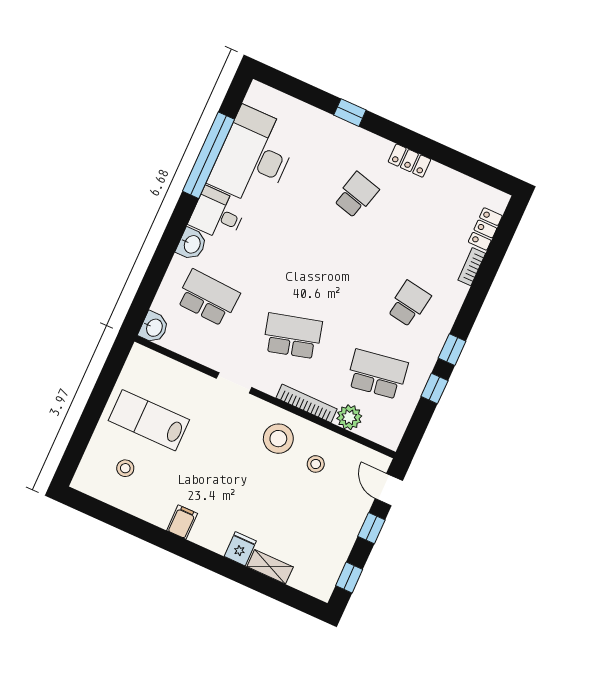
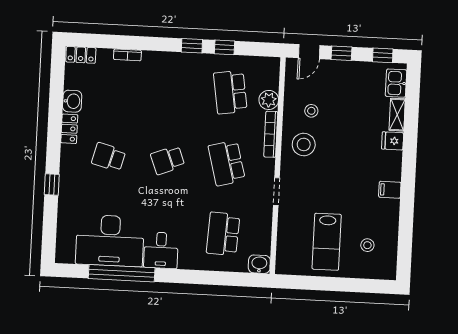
locker: (485, 229) -> (81, 55), moved
washbasin: (192, 244) -> (72, 101), moved, turned 90
school desk: (409, 304) -> (168, 160), moved, turned -30
kitchen sink: (309, 580) -> (396, 83), added

